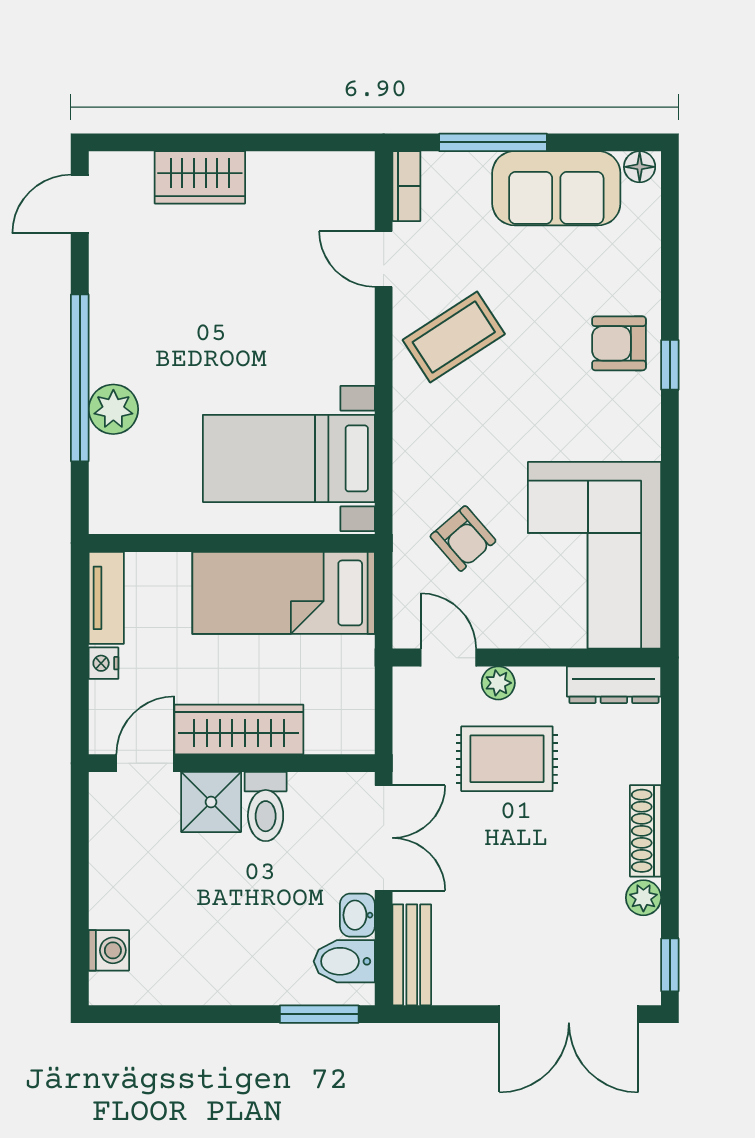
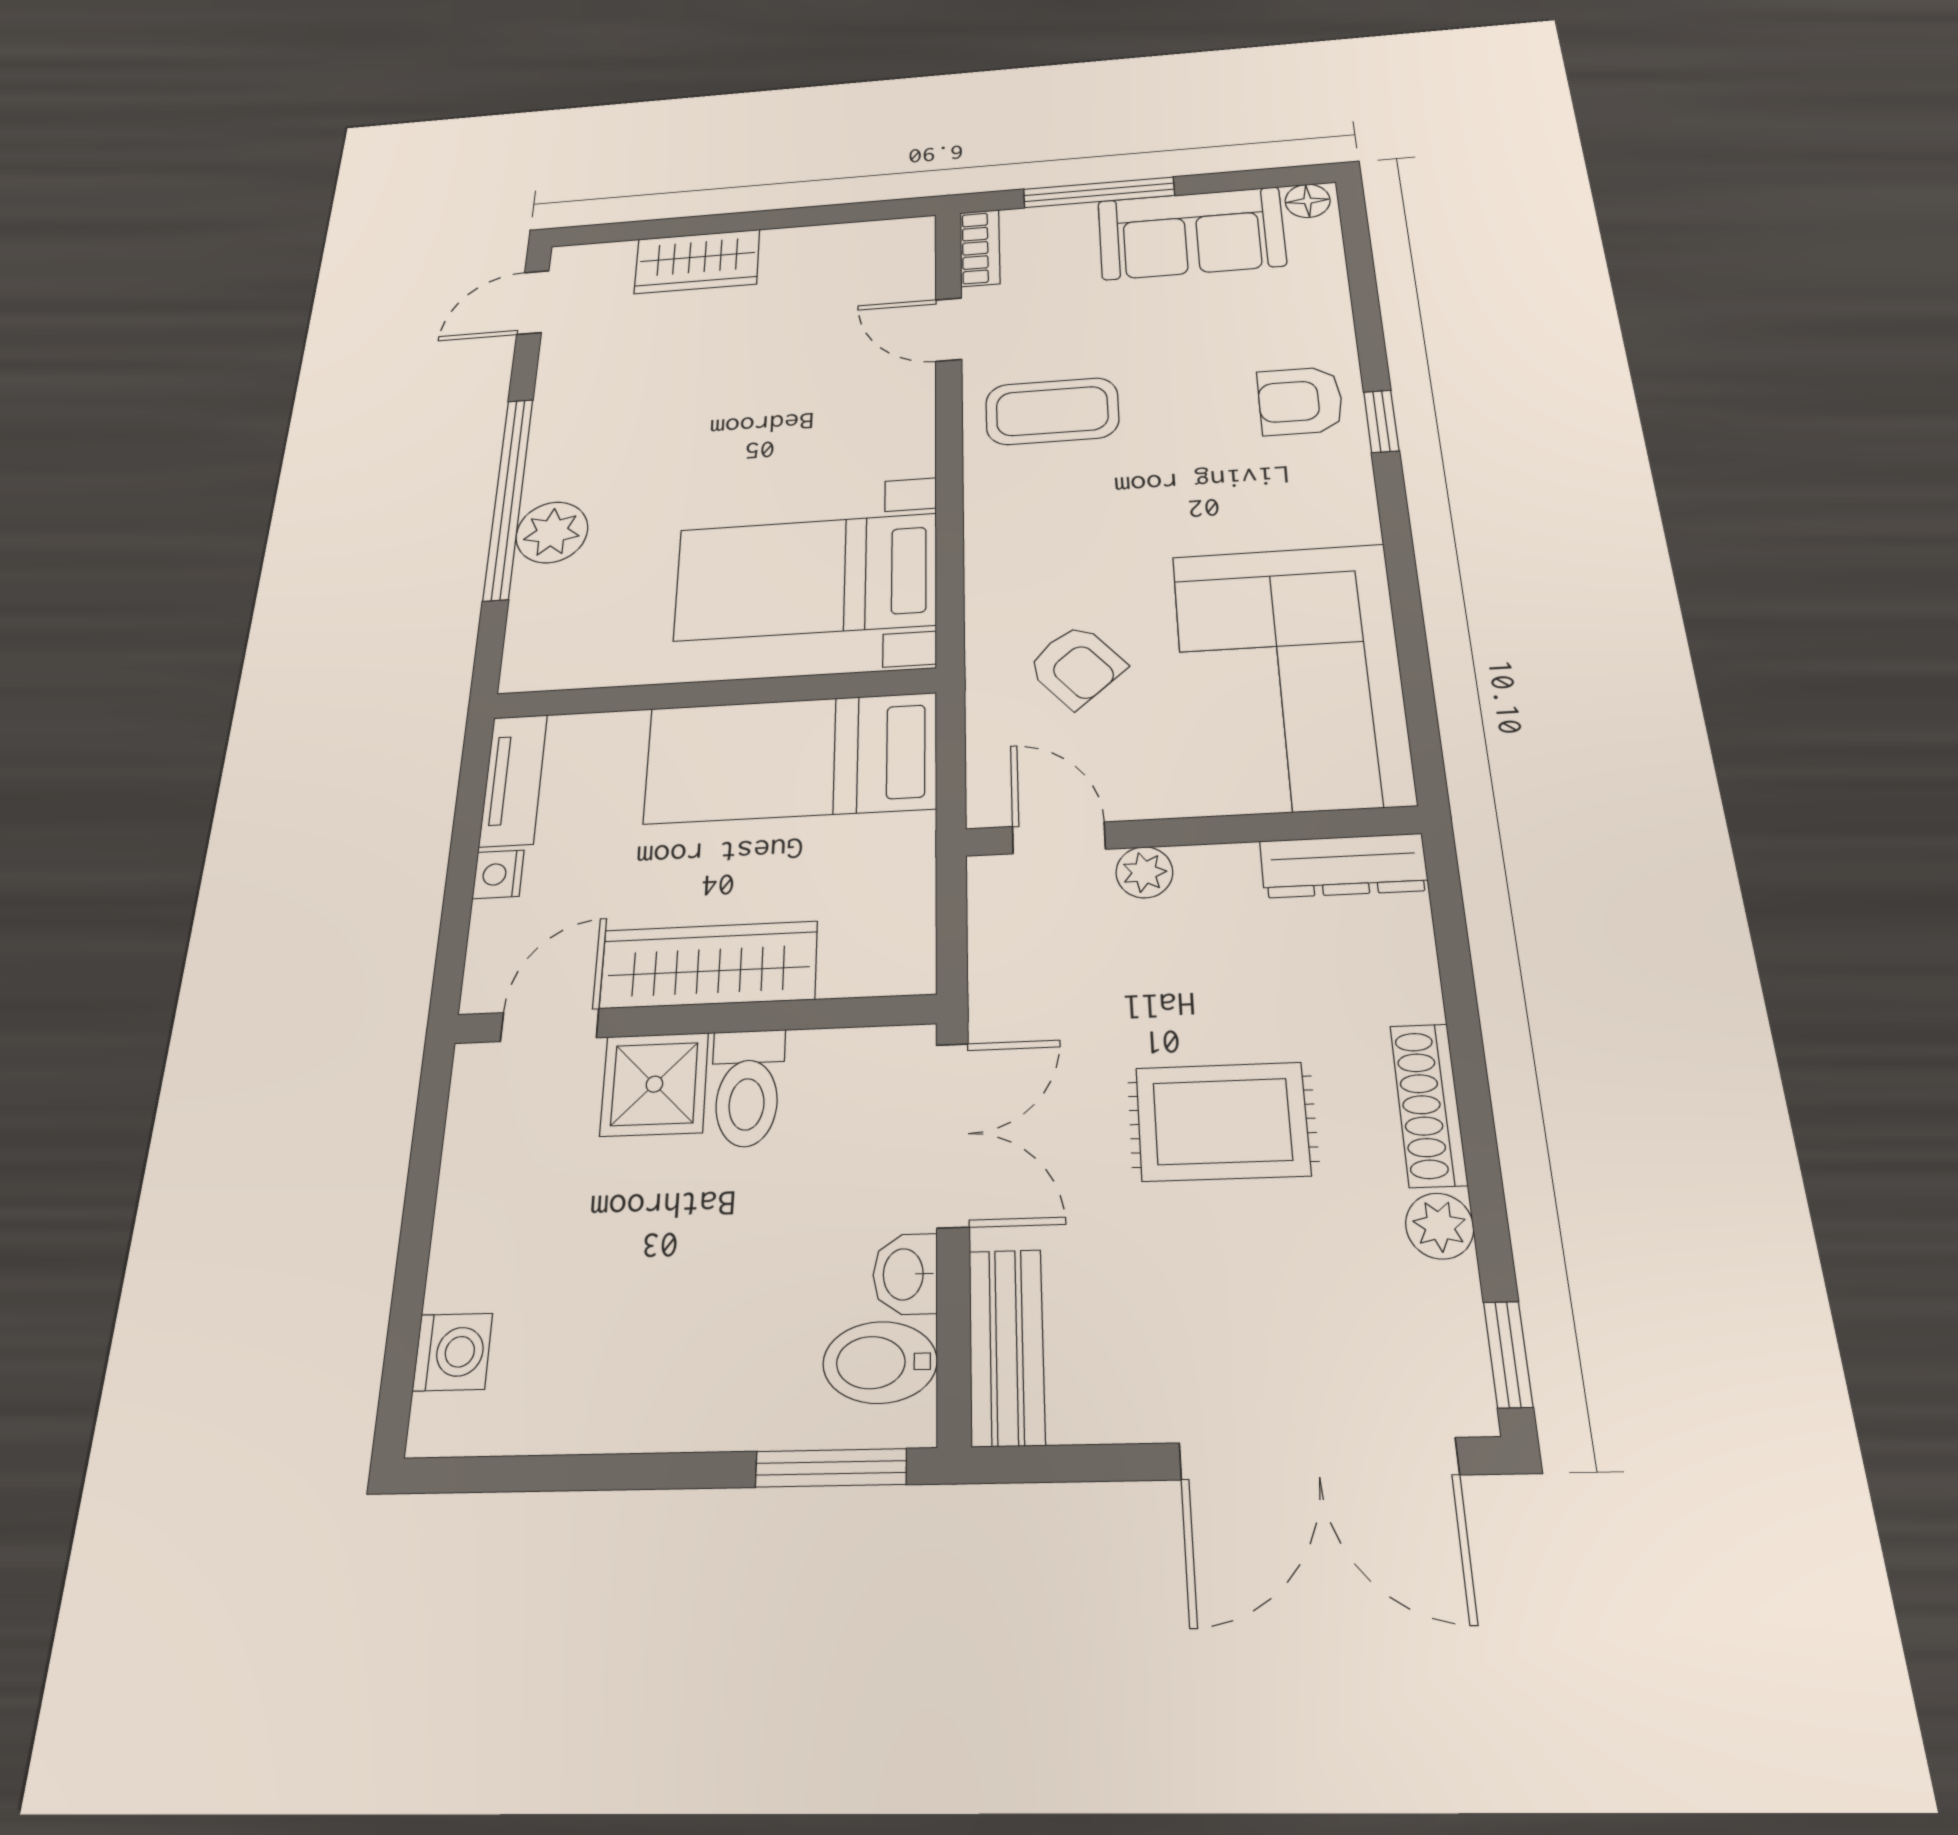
coffee table: (454, 337) -> (1052, 411), turned 33
rug: (507, 759) -> (1222, 1121), moved

